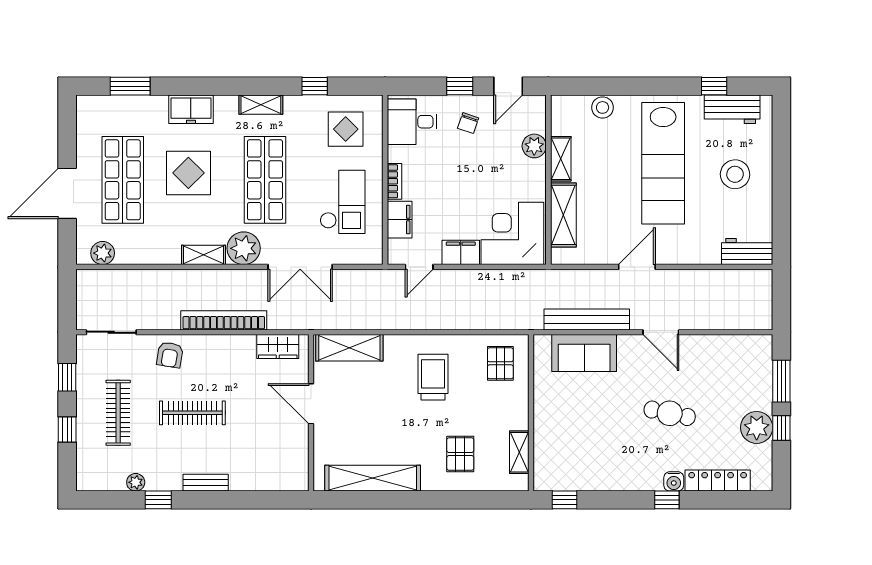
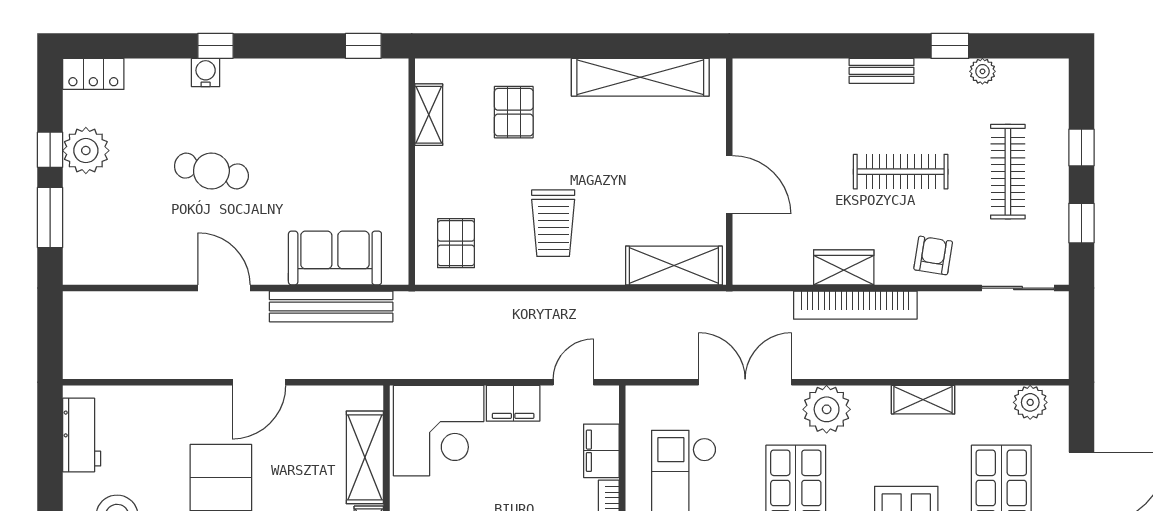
workbench: (747, 252) -> (82, 435), moved, turned -90
shelving: (204, 255) -> (923, 400), moved
wardrobe: (278, 347) -> (844, 267), moved
locker: (718, 480) -> (93, 74), moved, width x0.66

